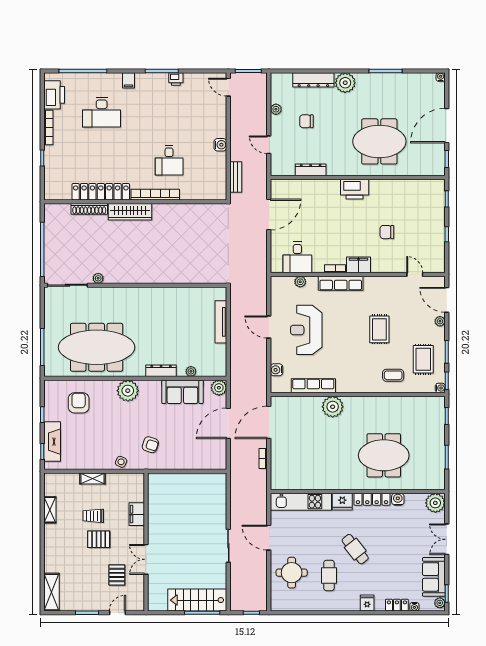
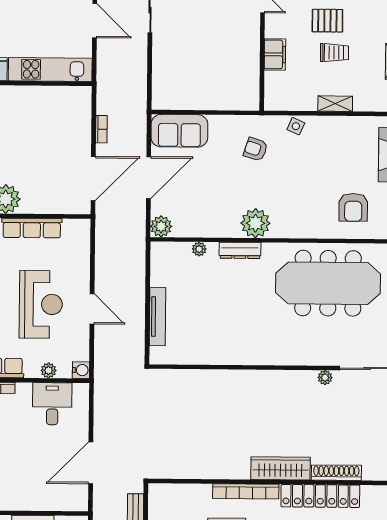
water cooler: (277, 370) -> (81, 370), moved
plant: (128, 391) -> (255, 223), moved
sofa: (182, 392) -> (179, 131), moved, turned 180

